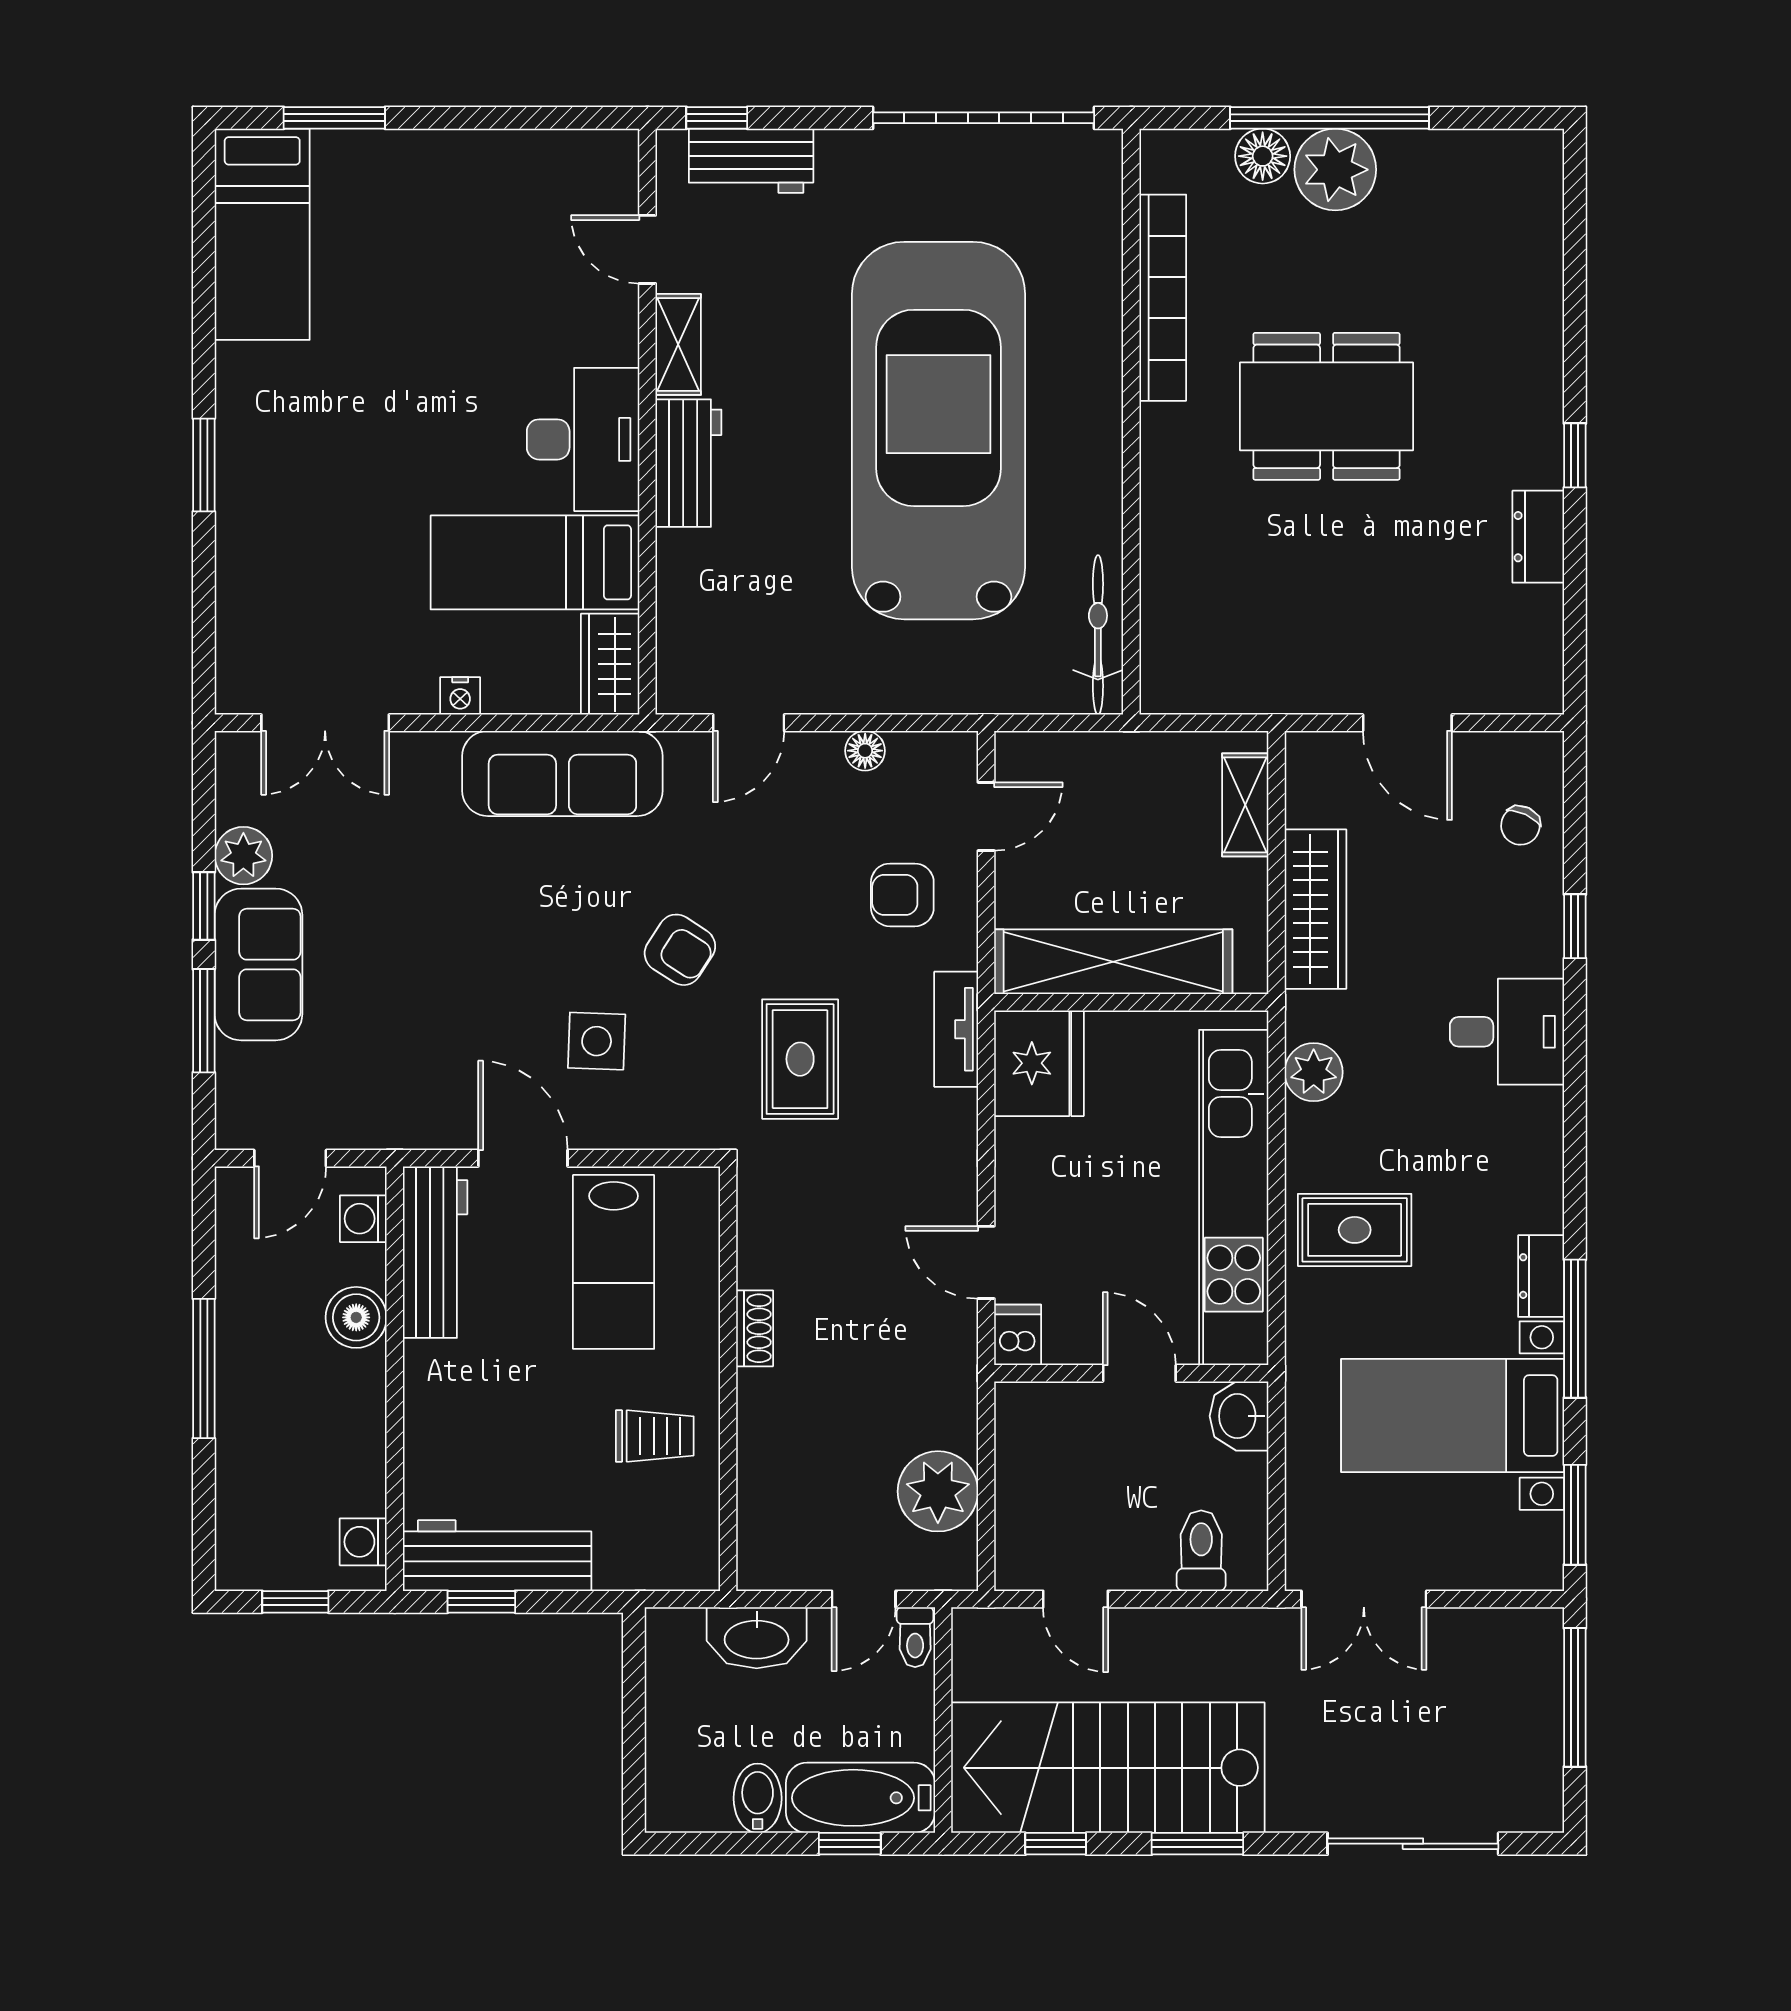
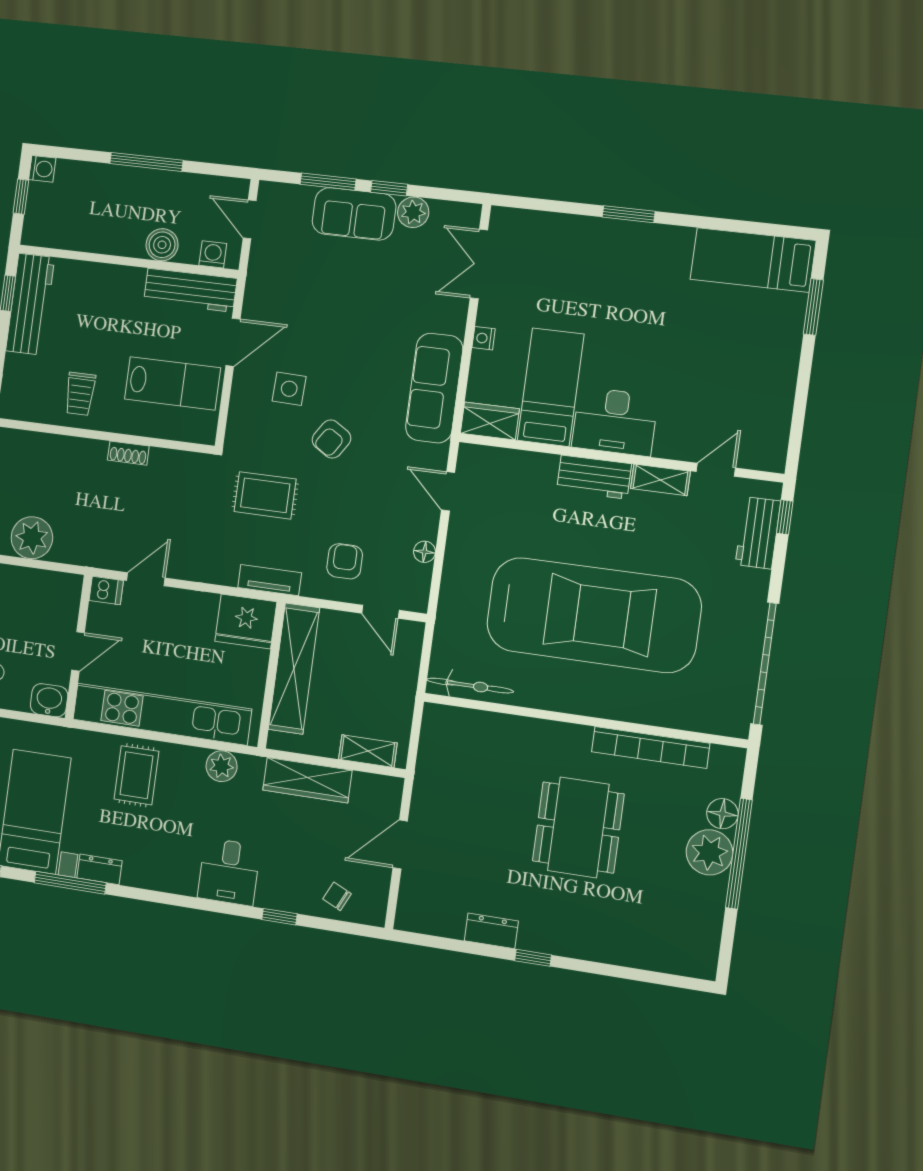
lab bench: (614, 1262) -> (173, 383), turned 180
washing machine: (363, 1542) -> (42, 169), moved, turned 90

